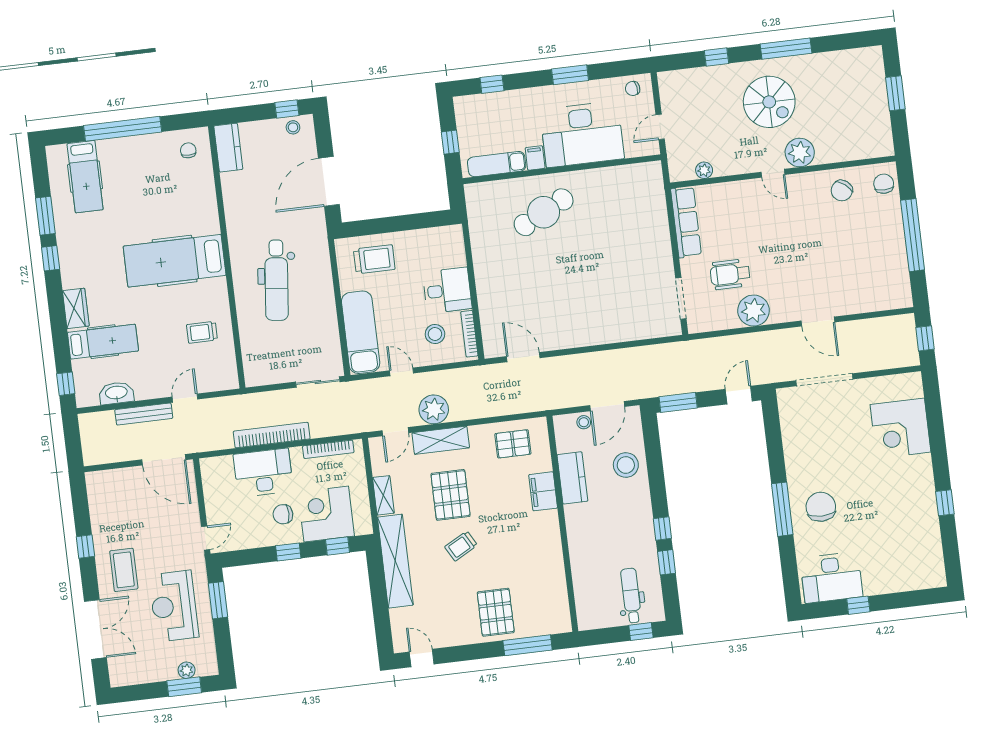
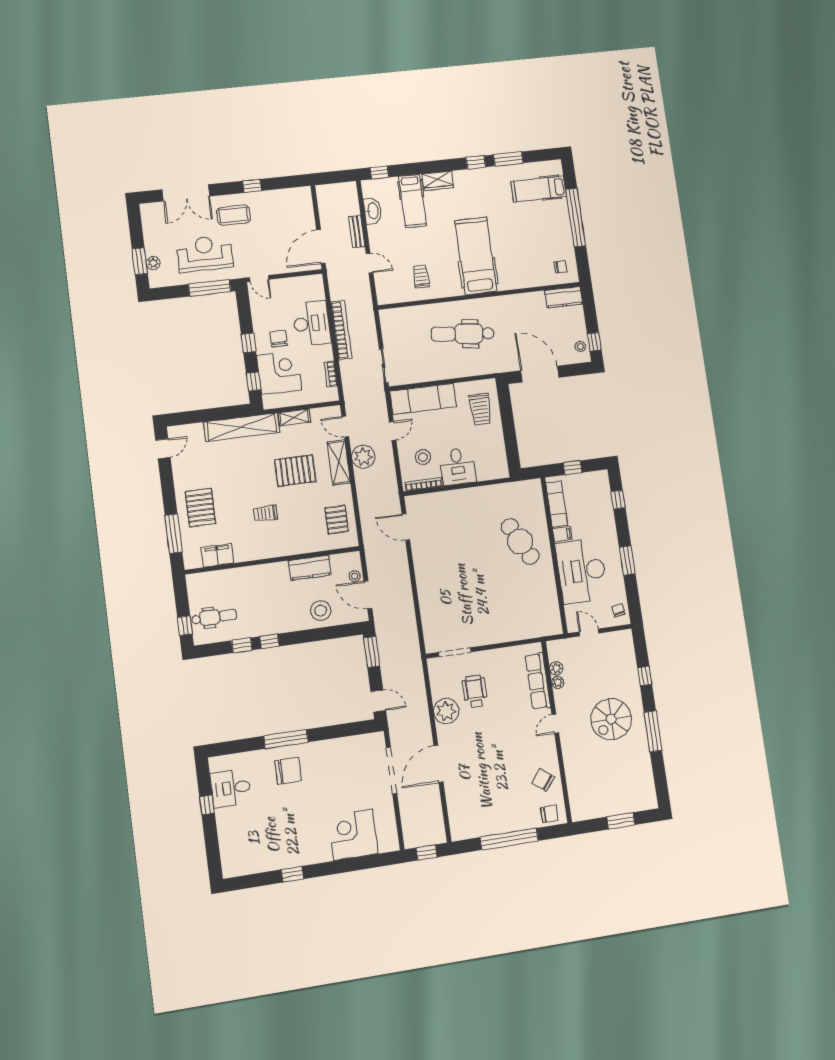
plant: (800, 153) -> (558, 682), moved, width x0.53, depth x0.53
row of seats: (686, 222) -> (538, 681), moved, turned 90
door: (818, 321) -> (438, 764), width x1.36
door: (523, 357) -> (406, 527), swing flipped
bench: (144, 414) -> (357, 232), width x0.73
bookcase: (328, 449) -> (331, 374), width x0.64
filing cabinet: (543, 491) -> (217, 555), moved
trolley: (461, 546) -> (265, 513), moved, turned -61
desk: (831, 577) -> (231, 788), width x0.73
window: (218, 600) -> (210, 288), width x1.44
pallet: (496, 612) -> (200, 508), turned 90

